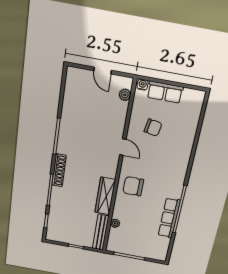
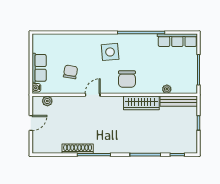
shoe rack: (59, 170) -> (78, 149), moved
side table: (166, 174) -> (110, 52), added
row of seats: (169, 218) -> (177, 40), moved

